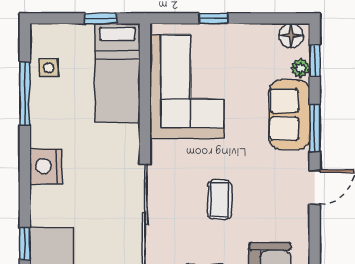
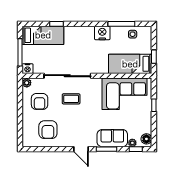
nightstand: (46, 166) -> (102, 33), moved
coffee table: (220, 200) -> (71, 99), moved

